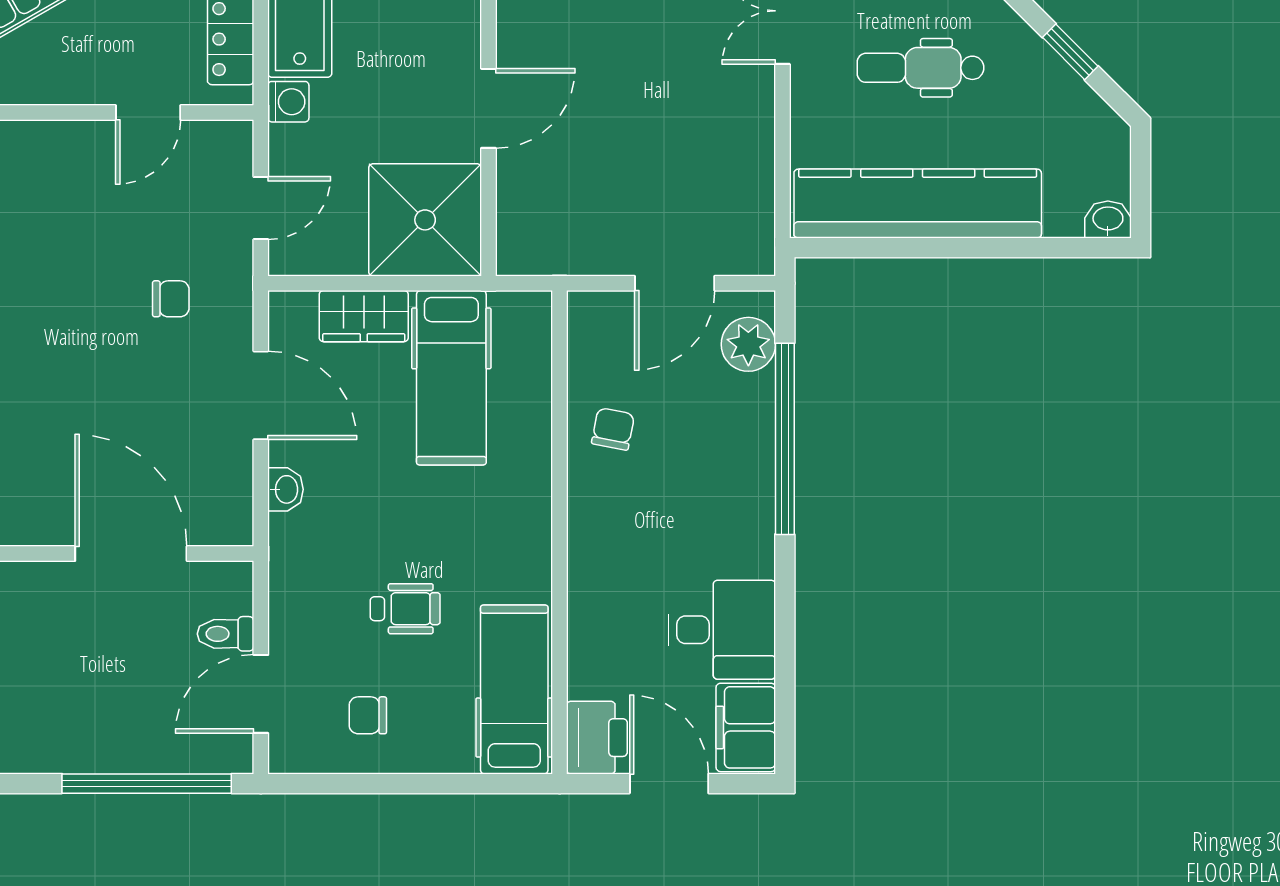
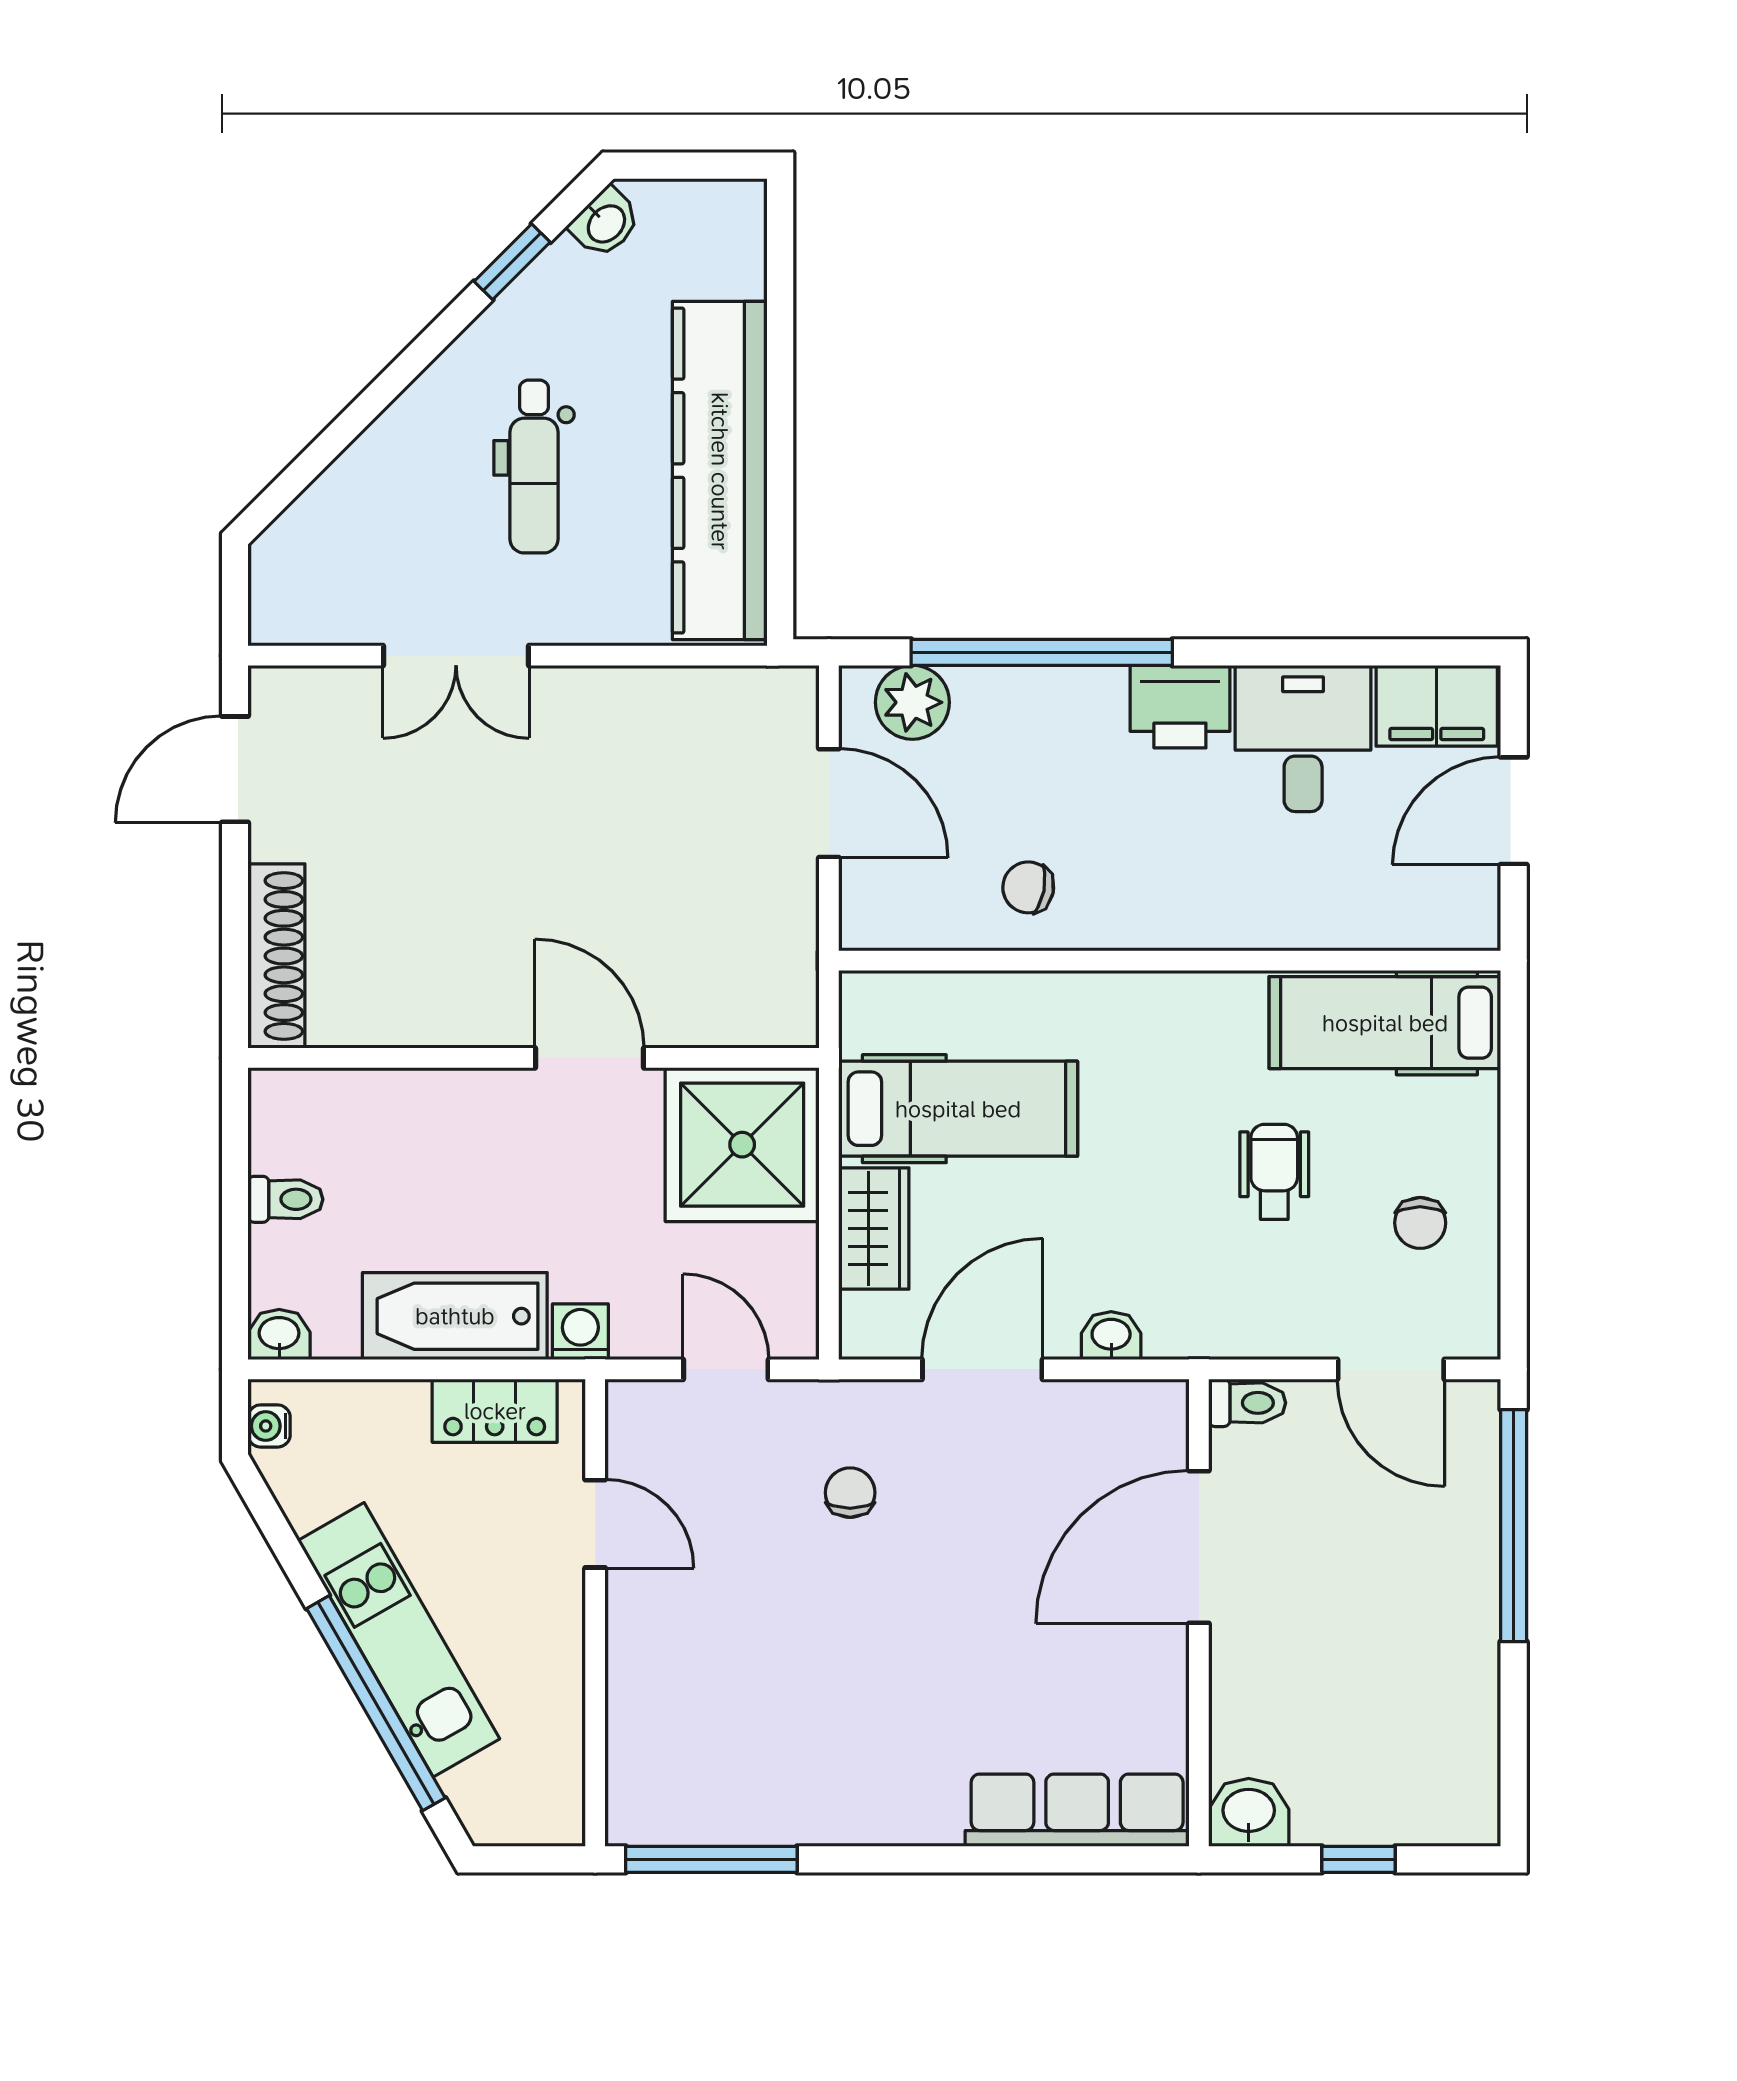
washbasin: (1108, 220) -> (605, 223), moved, turned -135
toilet: (225, 634) -> (1247, 1403), moved, turned -90
printer: (597, 738) -> (1180, 707), moved, turned 180

